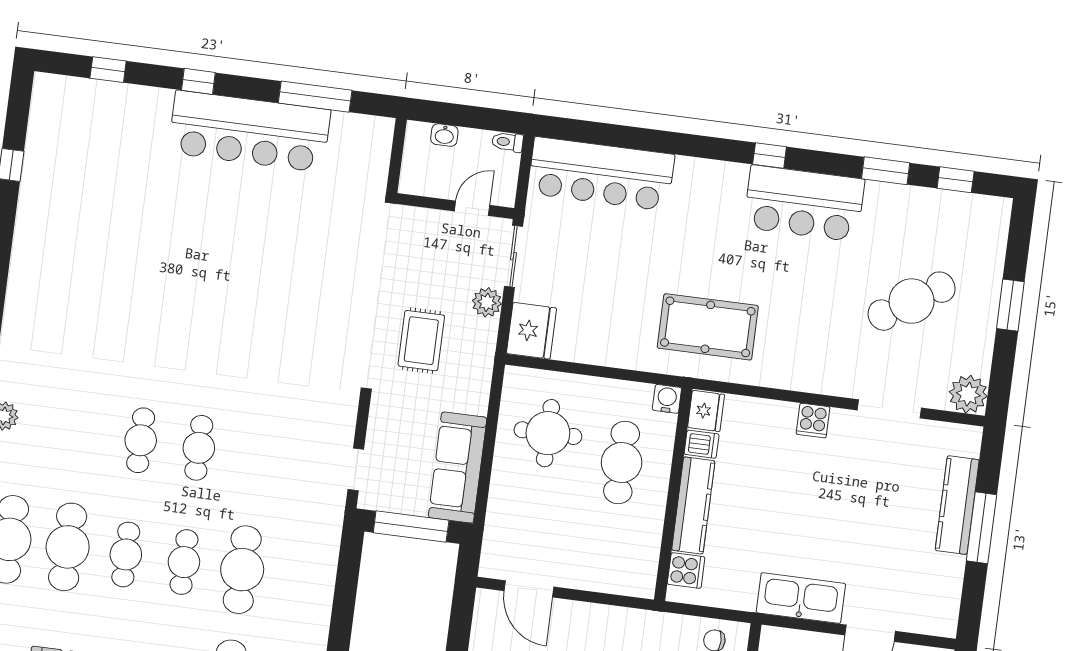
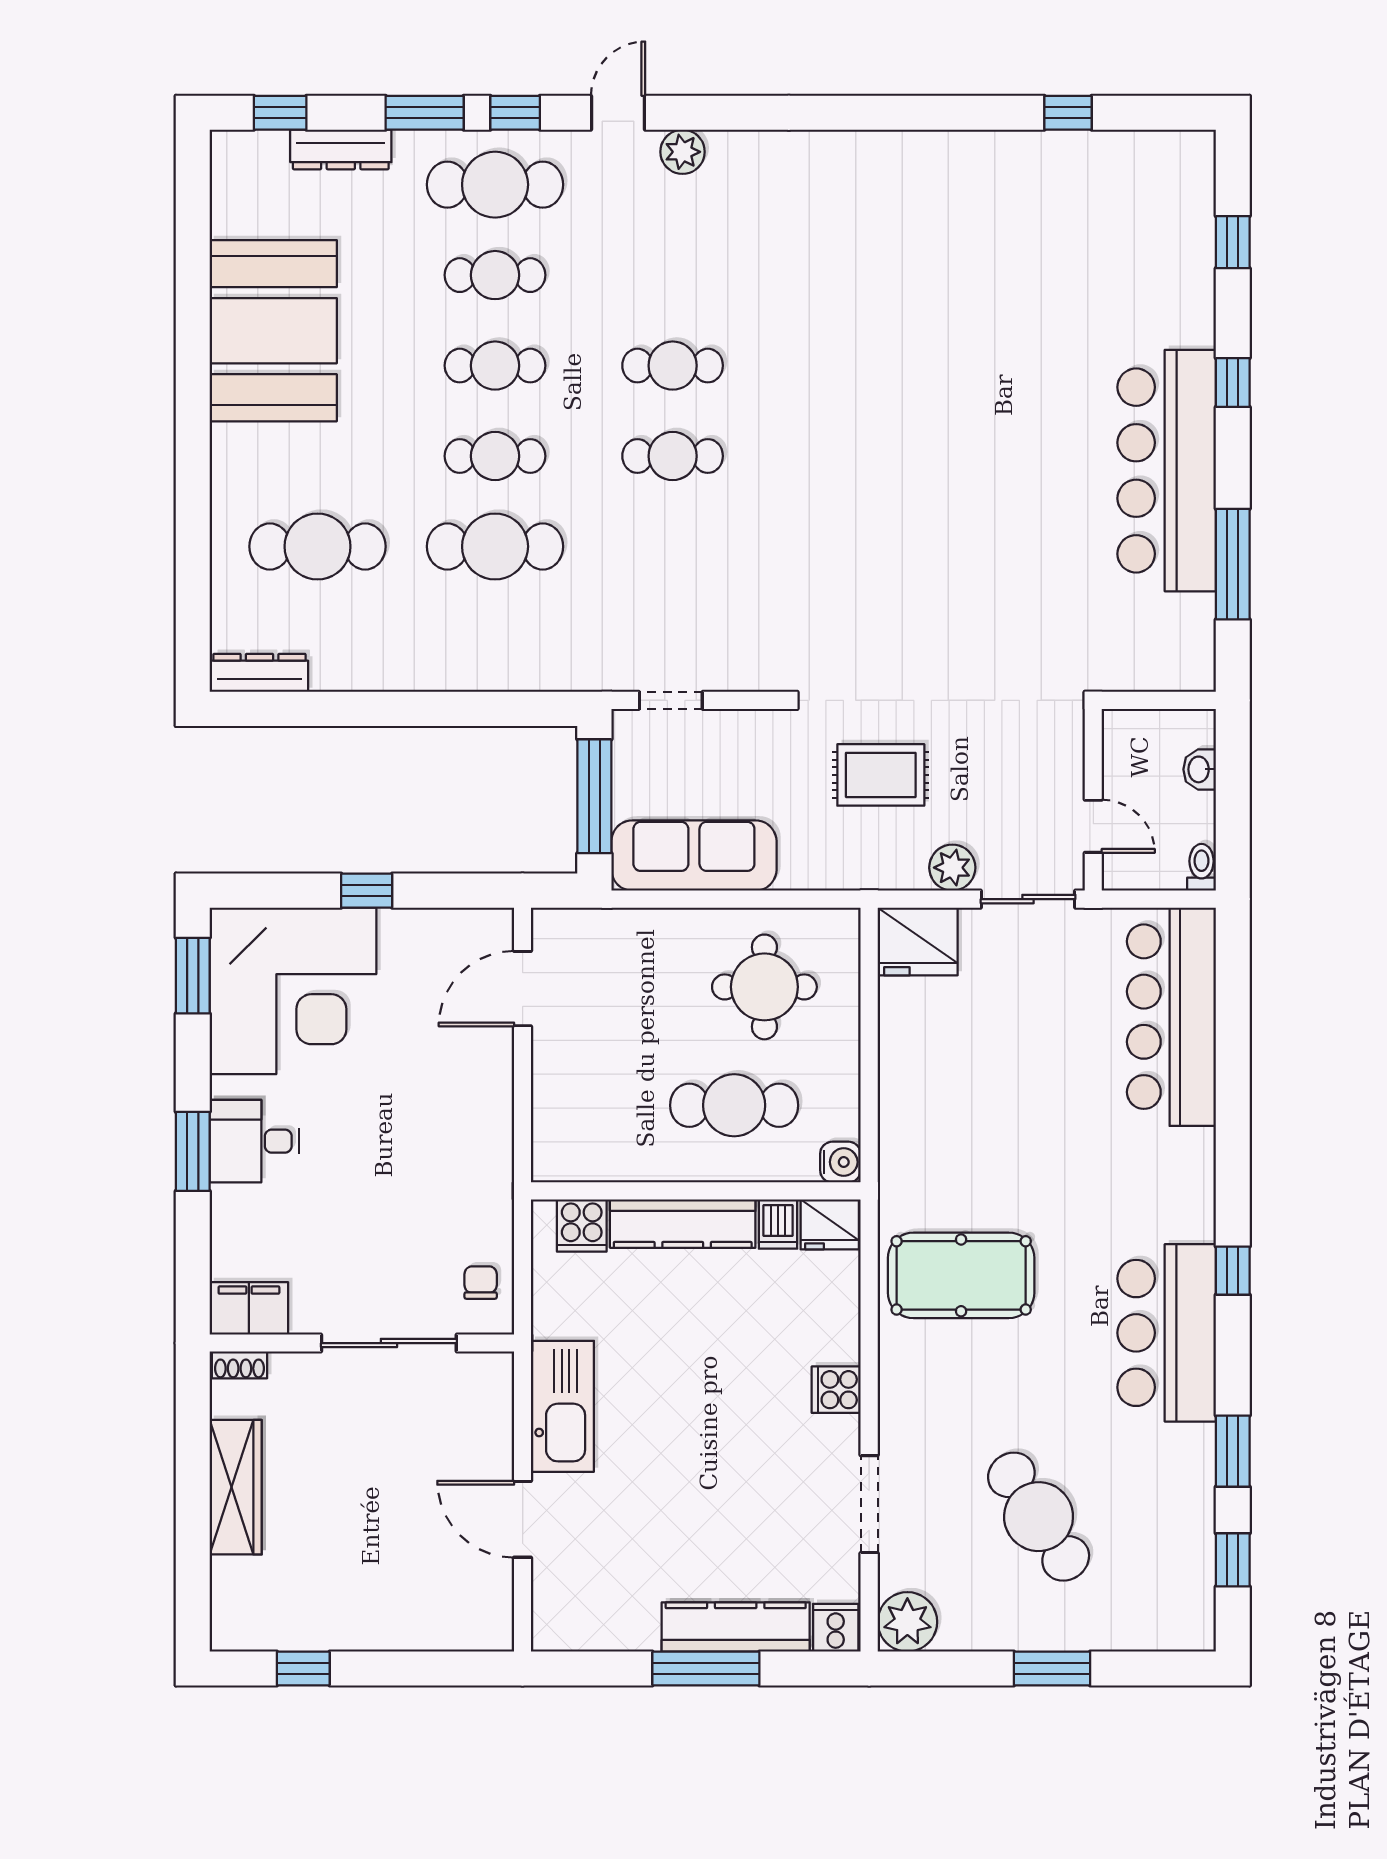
pool table: (708, 327) -> (961, 1275), moved, turned 90
cooker: (966, 441) -> (836, 1628), added
cafe table: (68, 547) -> (495, 275), width x0.73, depth x0.74

